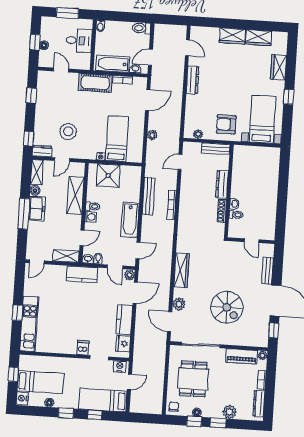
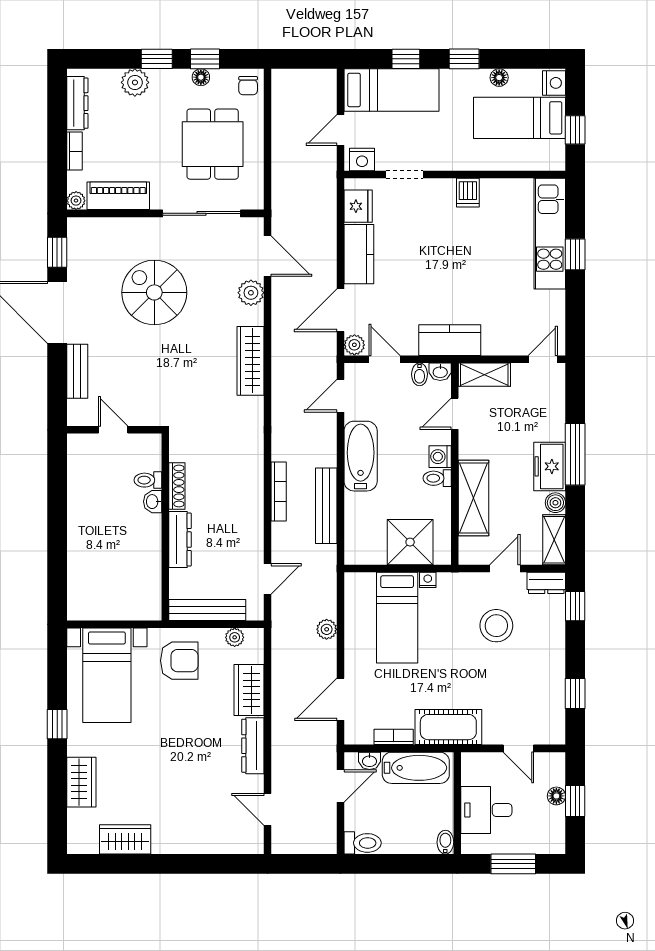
wardrobe: (232, 36) -> (249, 690), moved, turned -90
bench: (216, 149) -> (207, 610), width x1.36
dishwasher: (83, 348) -> (468, 193), moved

